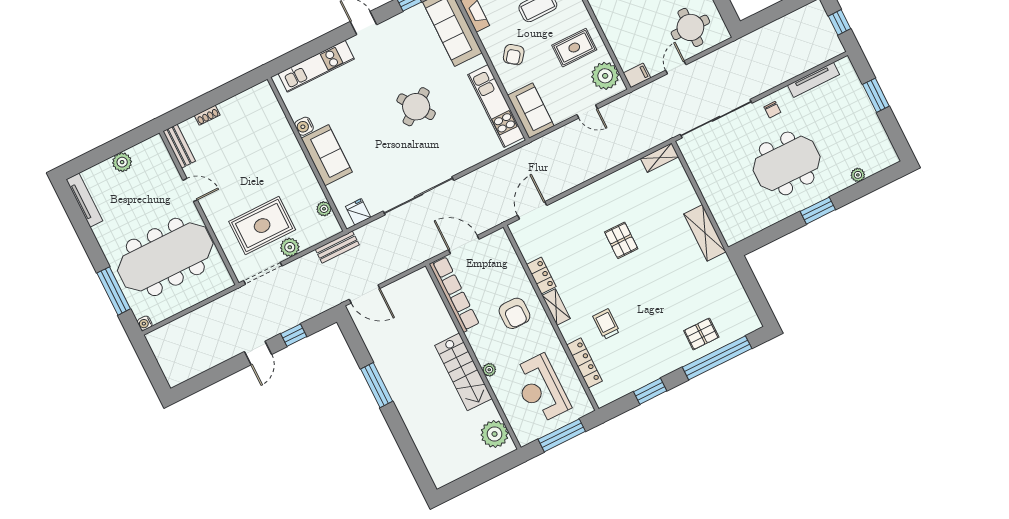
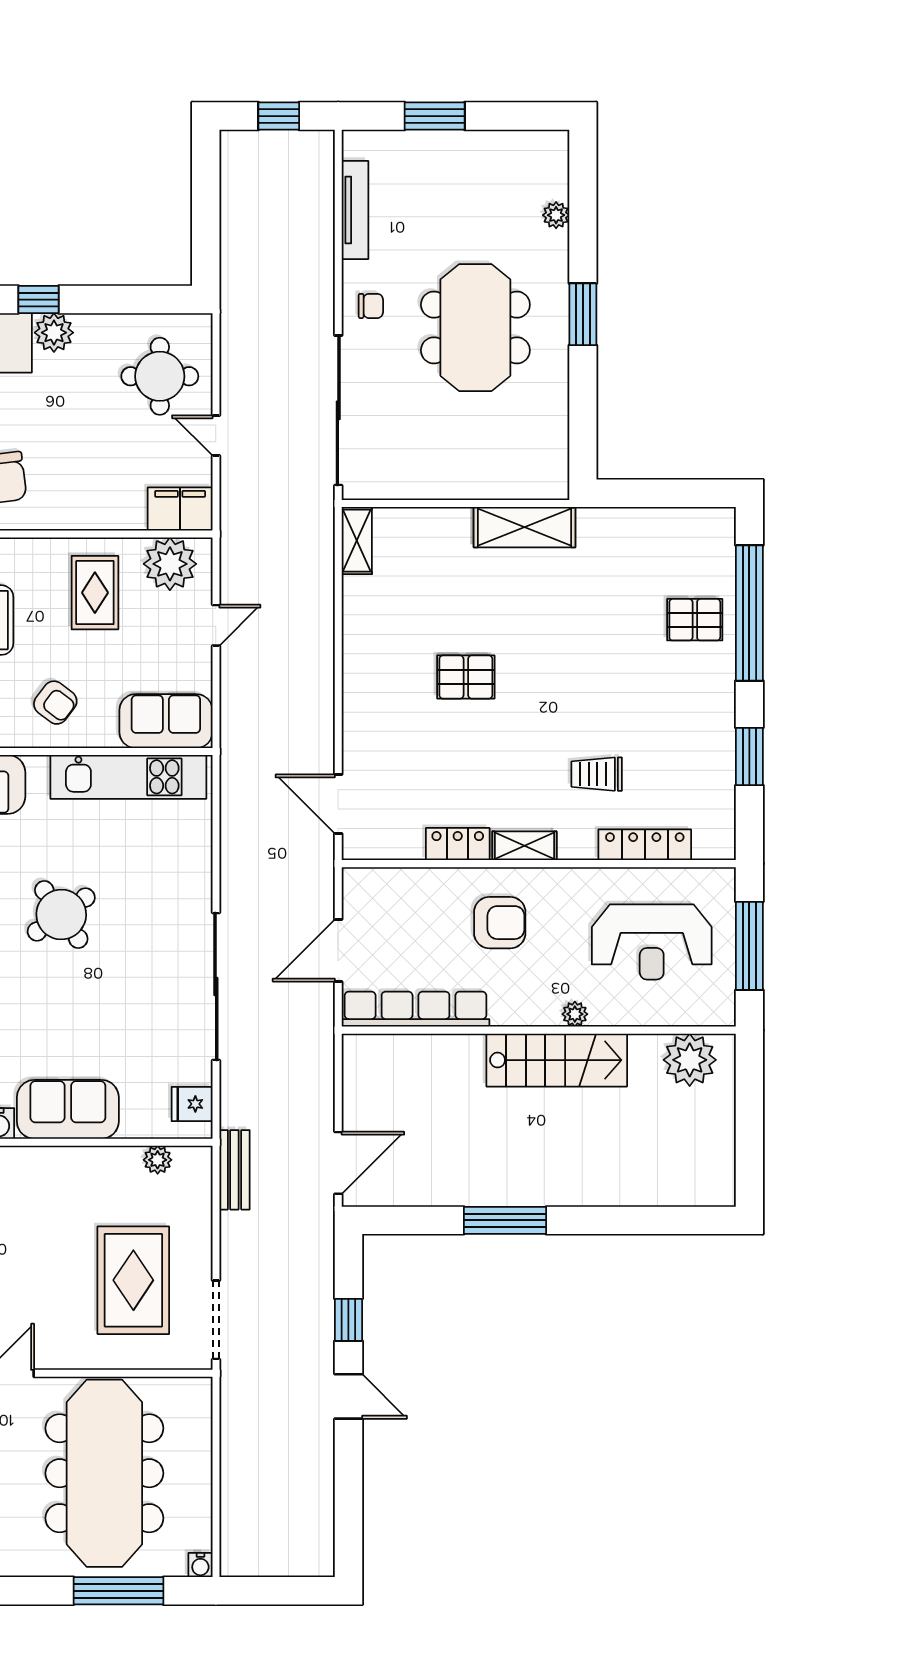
filing cabinet: (637, 75) -> (180, 509), width x2.00
plant: (290, 247) -> (194, 1251), removed
pallet: (701, 334) -> (695, 620), turned 90

